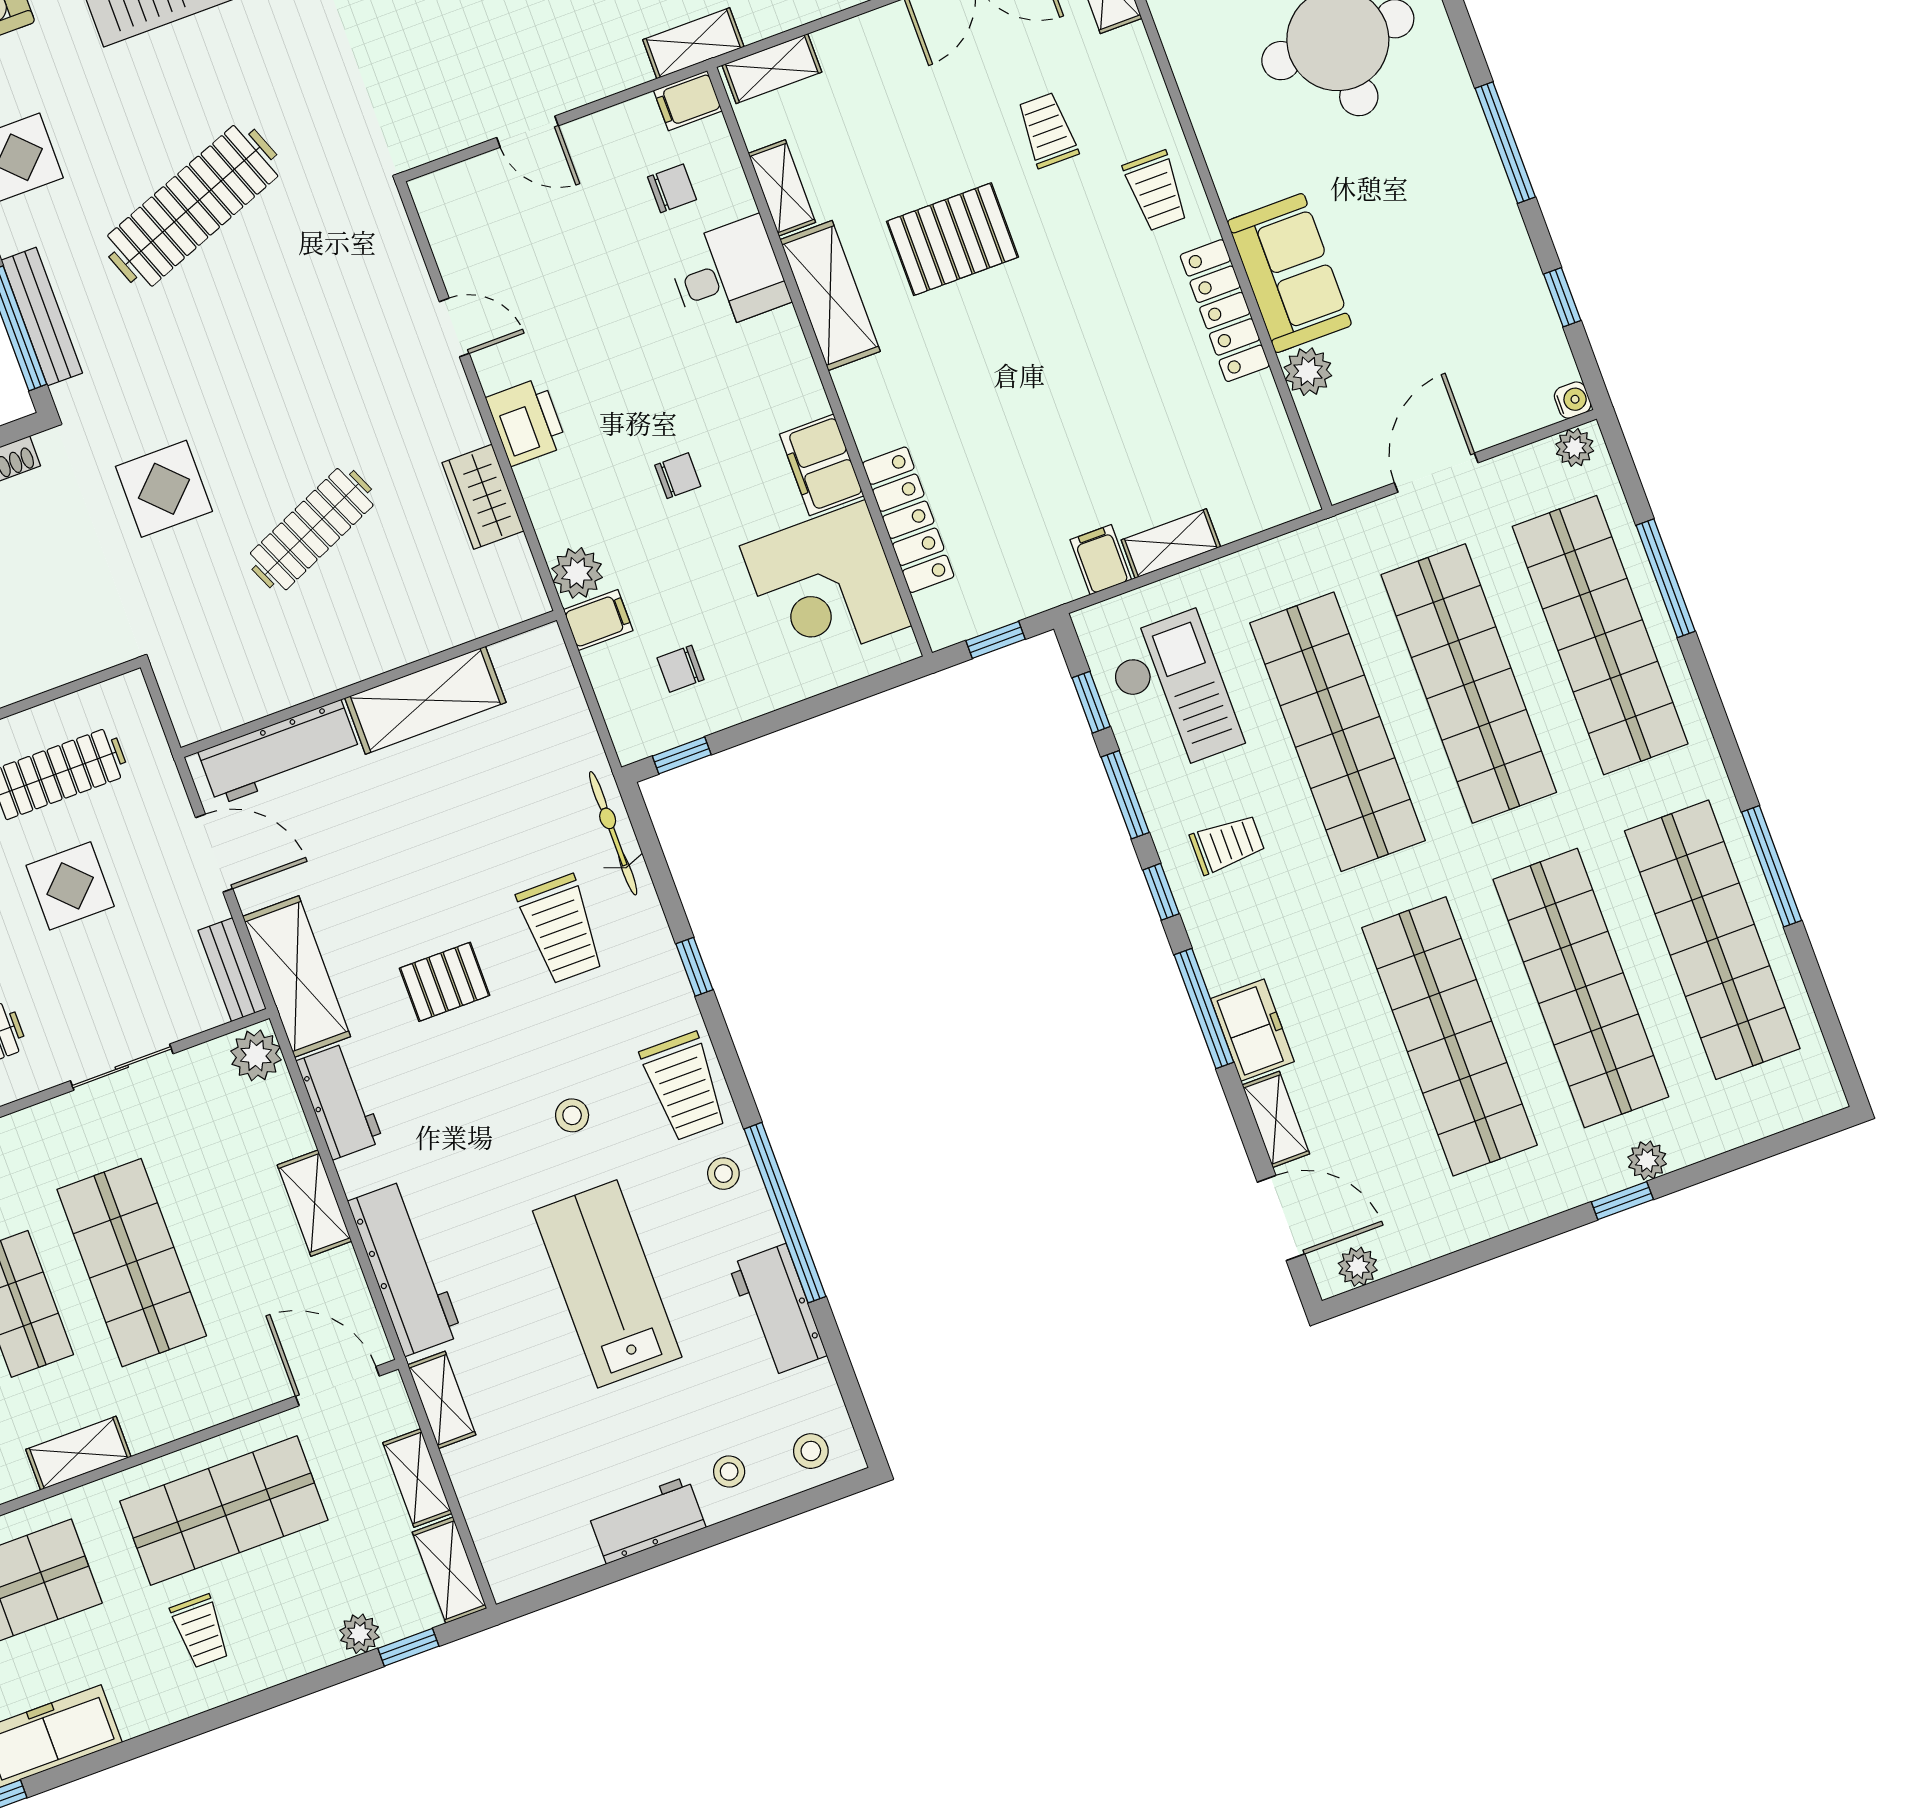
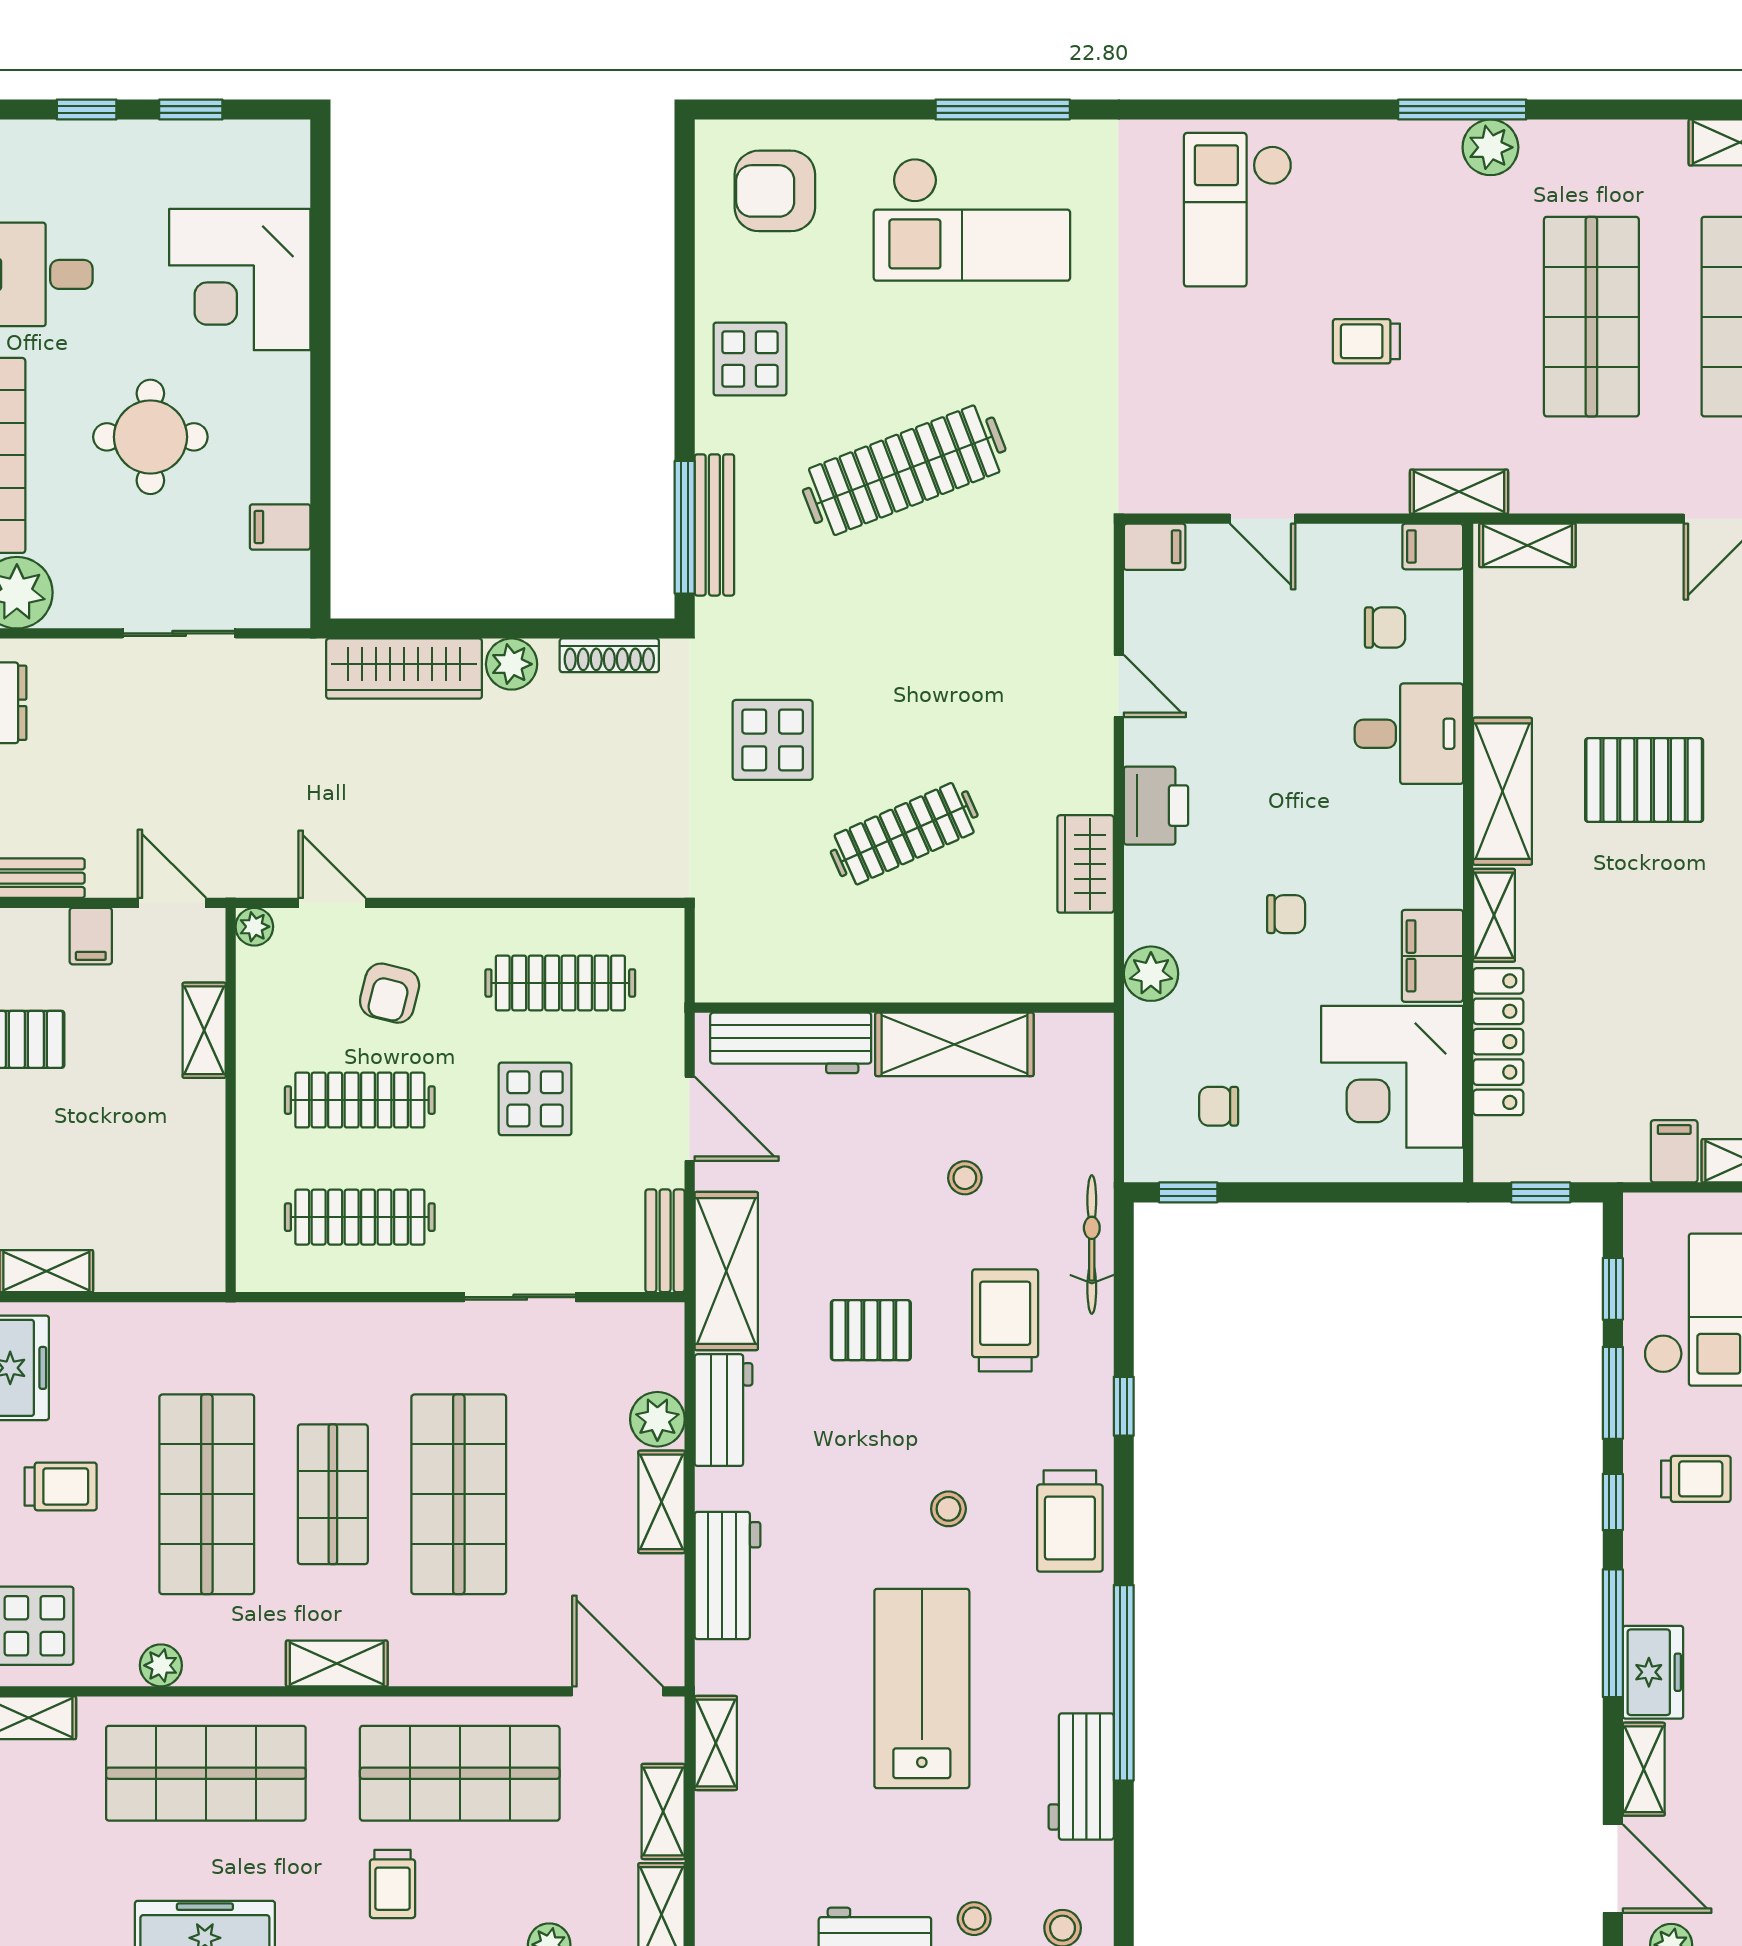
shelving: (782, 188) -> (1494, 915), moved
filing cabinet: (598, 620) -> (1155, 547), moved
trolley: (561, 929) -> (1005, 1320), turned 180
plant: (256, 1055) -> (657, 1419), moved
stool: (723, 1174) -> (965, 1178), moved
workbench: (405, 1268) -> (727, 1576), width x0.73

